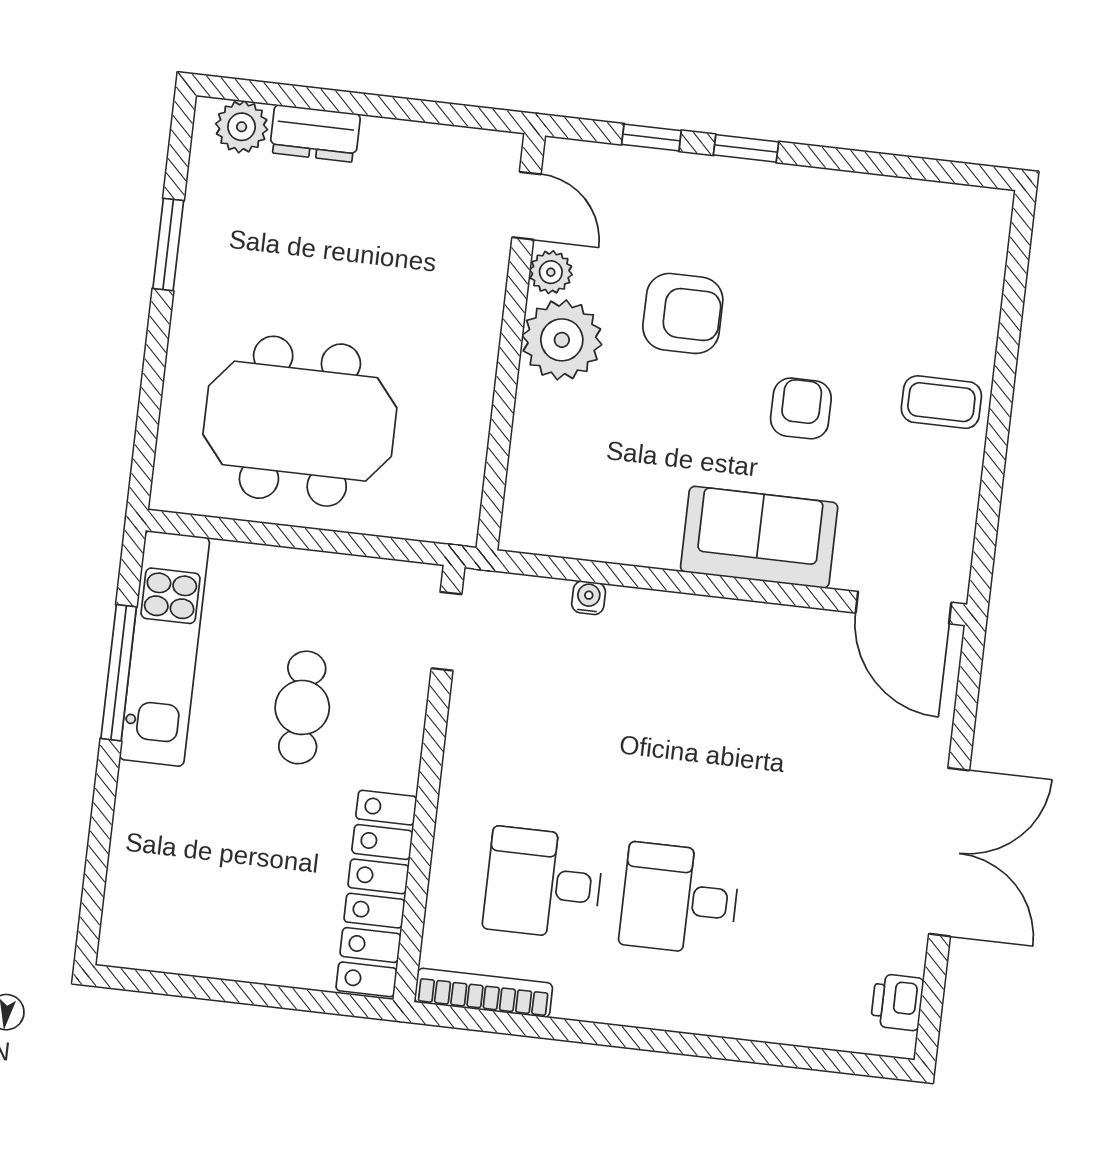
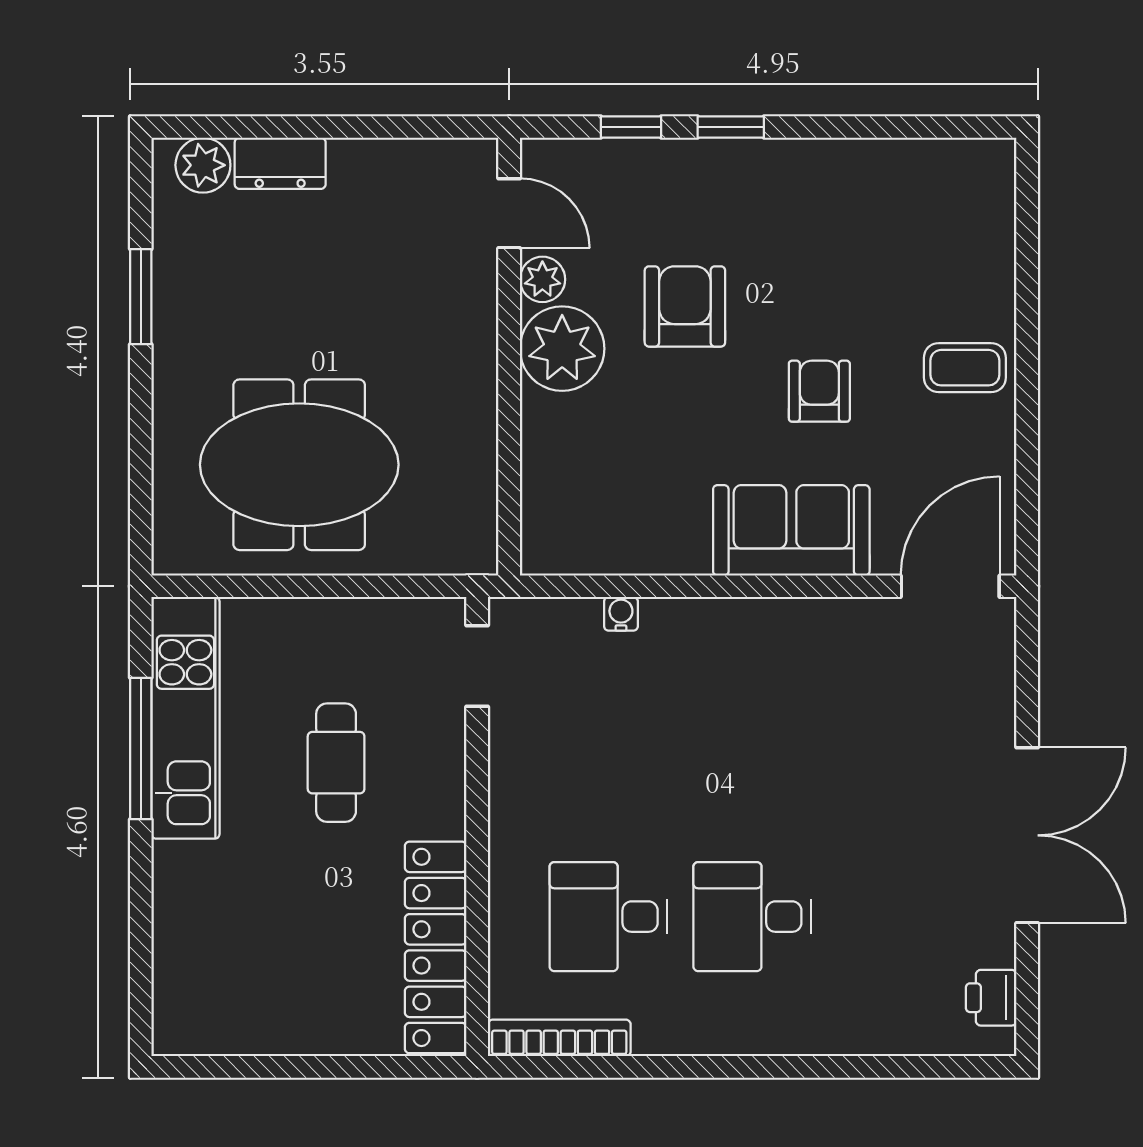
armchair: (683, 313) -> (685, 306), turned -90
door: (903, 608) -> (950, 586), swing flipped

